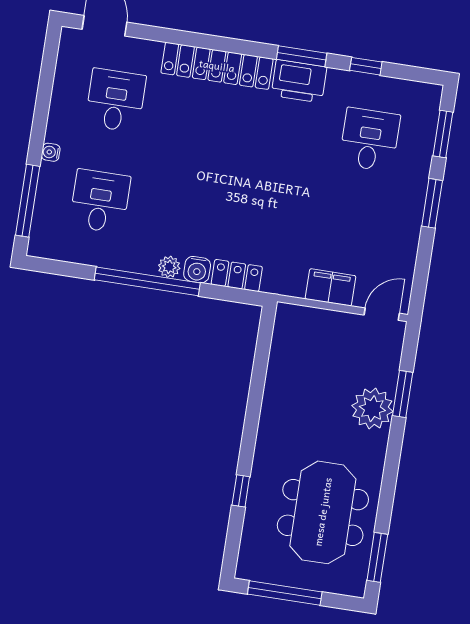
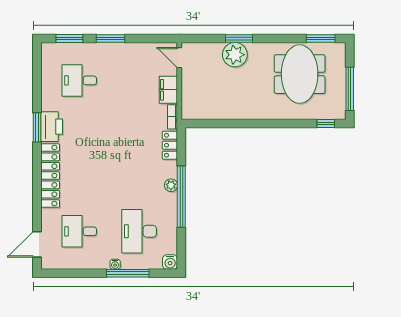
window: (366, 66) -> (37, 89), removed
window: (28, 201) -> (128, 273), moved
desk: (100, 201) -> (139, 231), width x1.37
water cooler: (197, 270) -> (170, 262), moved, turned 90
bookcase: (284, 287) -> (173, 117), added
window: (403, 394) -> (239, 38), moved
window: (241, 491) -> (326, 124), moved
meeting table: (323, 512) -> (300, 74), turned 90

